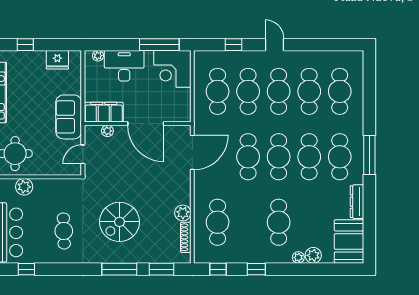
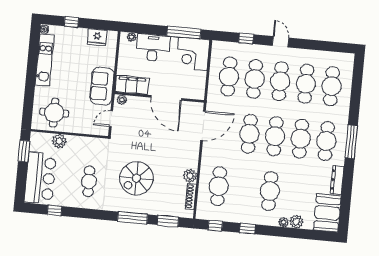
plant: (107, 131) -> (122, 100), moved

